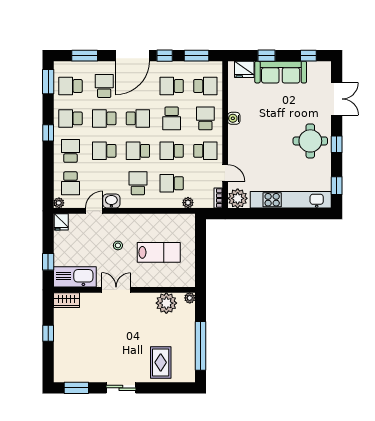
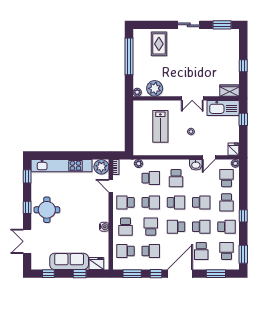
school desk: (70, 86) -> (226, 251), turned -90
lab bench: (159, 252) -> (160, 126), turned -90

